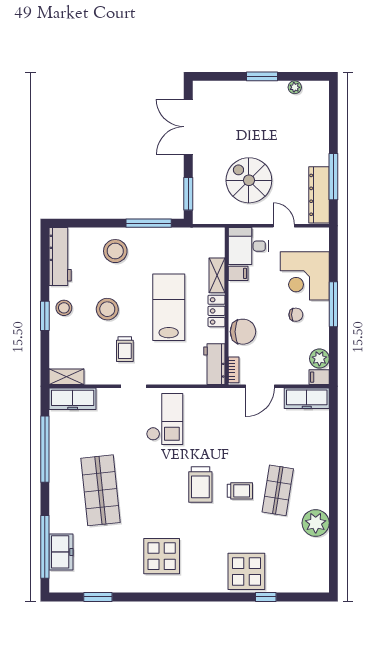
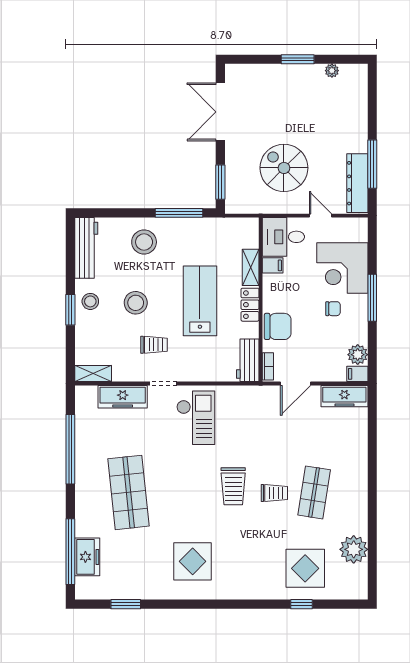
trolley: (125, 349) -> (154, 345), turned -90
freezer: (73, 399) -> (123, 397), moved
plant: (316, 523) -> (354, 549), moved
display table: (246, 571) -> (305, 568), moved

